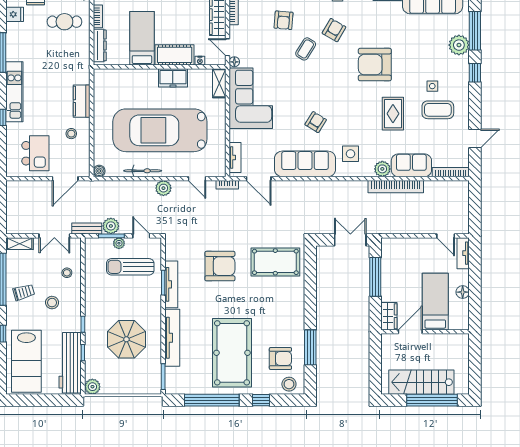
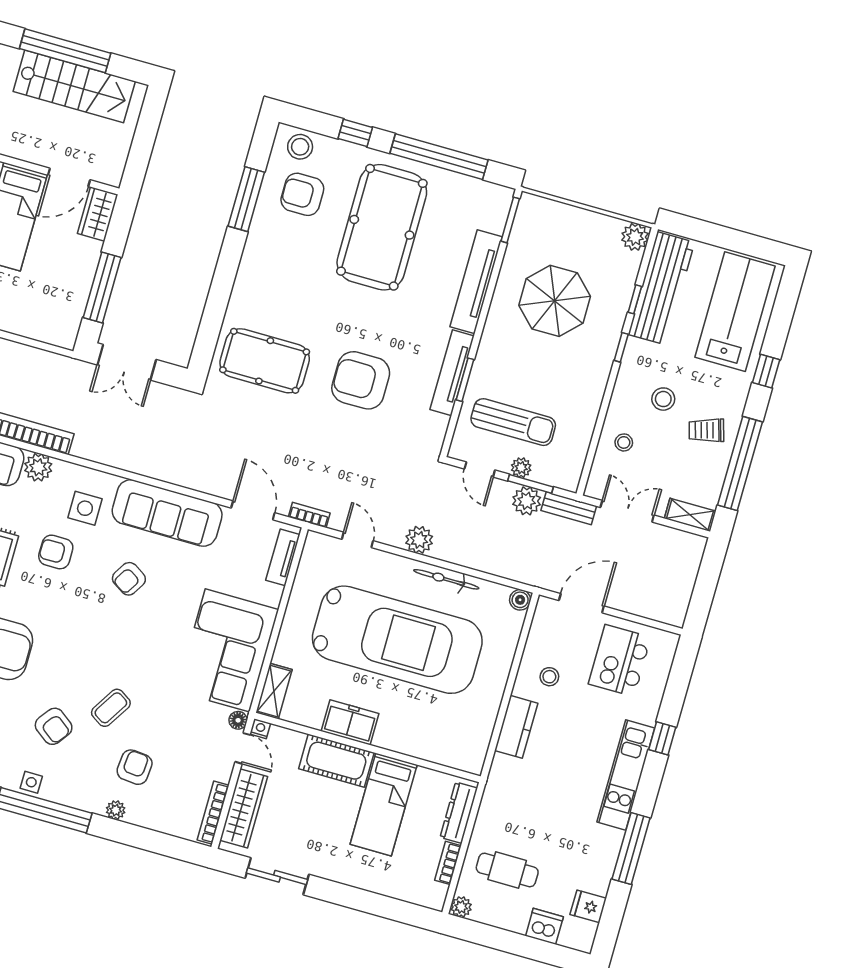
armchair: (334, 30) -> (54, 726), turned -83
nightstand: (200, 61) -> (260, 729), moved
armchair: (360, 125) -> (56, 552), added

